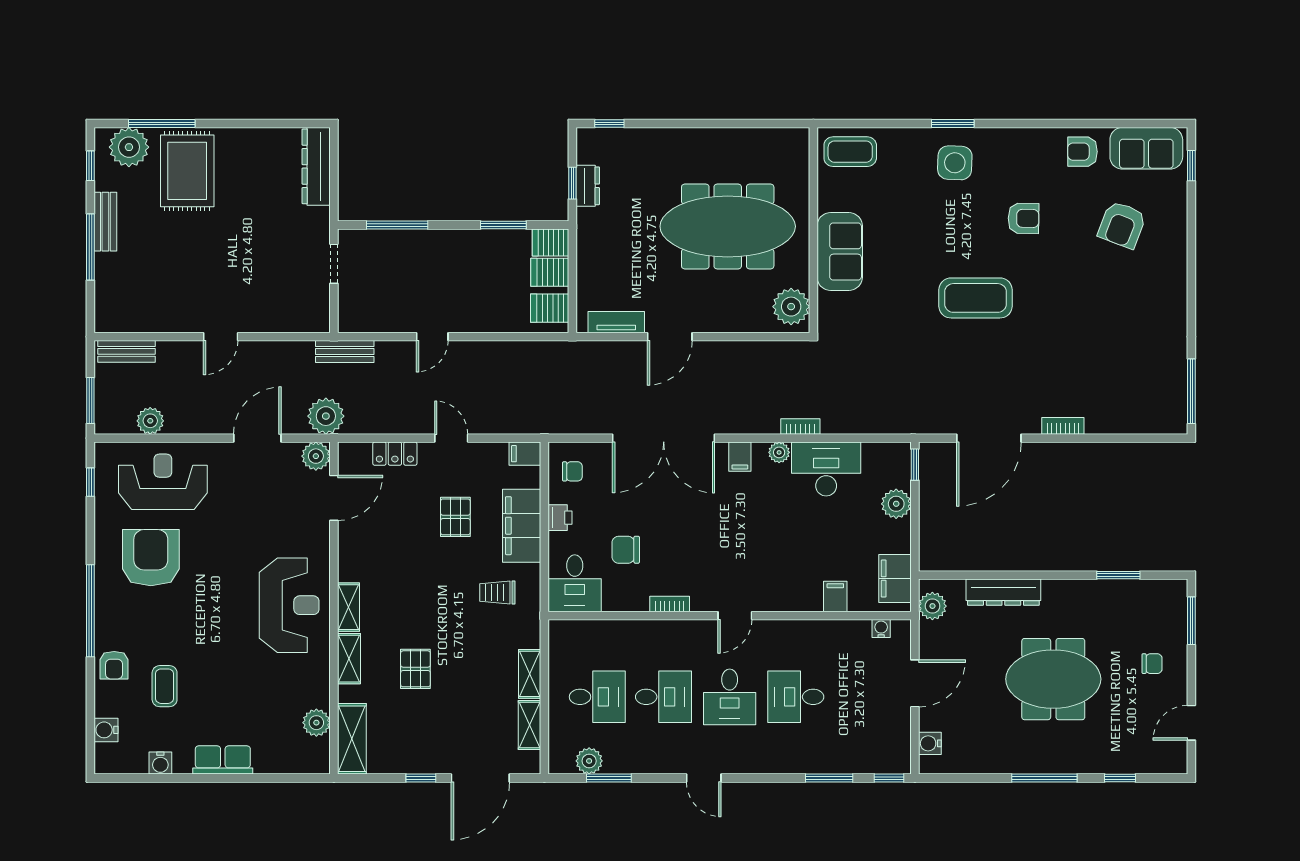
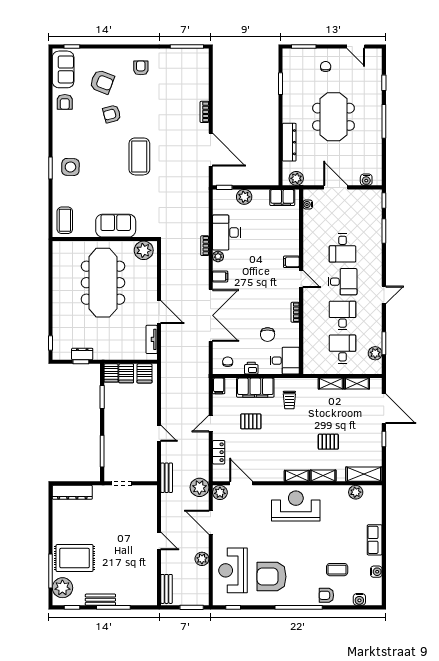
armchair: (1023, 218) -> (112, 114), moved, turned -106
armchair: (1149, 301) -> (141, 68), added
plant: (150, 421) -> (202, 559), moved
filing cabinet: (835, 596) -> (291, 262), moved
armchair: (114, 665) -> (326, 595), turned 180

